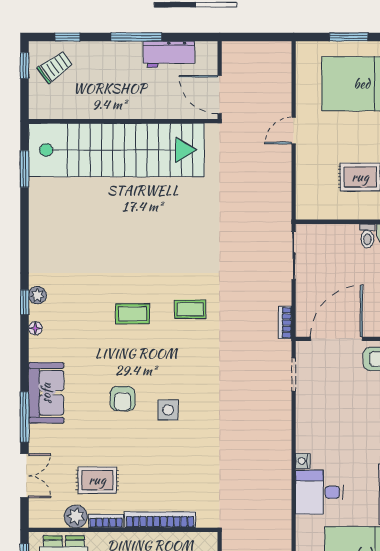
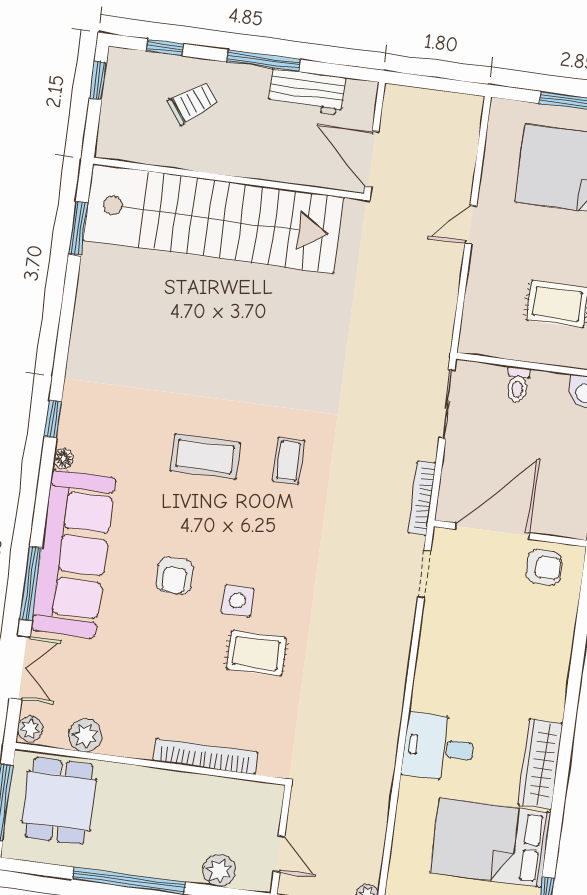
trolley: (55, 67) -> (193, 103), moved
toilet: (367, 236) -> (518, 385), moved
plant: (37, 295) -> (30, 729), moved
coffee table: (190, 309) -> (288, 461), turned 90
coffee table: (132, 314) -> (205, 456), width x1.36, depth x1.30
bookcase: (285, 323) -> (422, 498), width x1.56
sofa: (46, 393) -> (73, 554), width x1.85, depth x1.27
nightstand: (303, 461) -> (421, 700), removed
rug: (97, 480) -> (256, 653), moved
bookcase: (106, 521) -> (128, 748), removed

